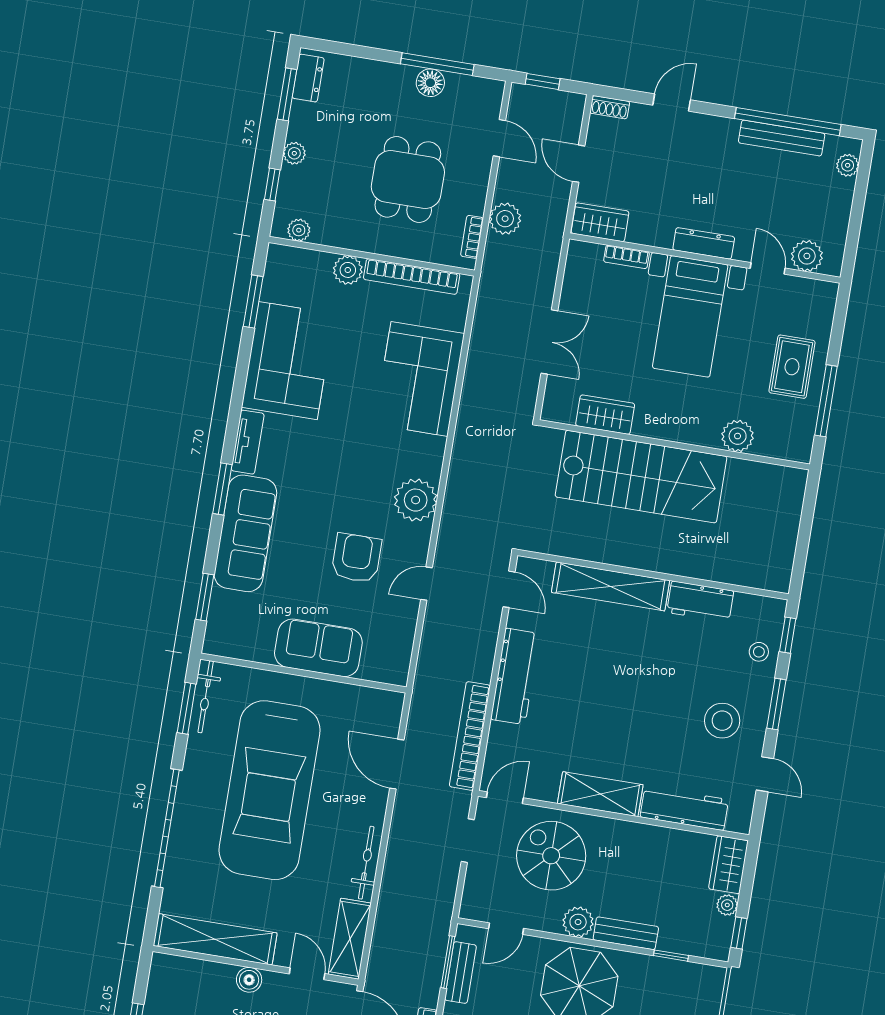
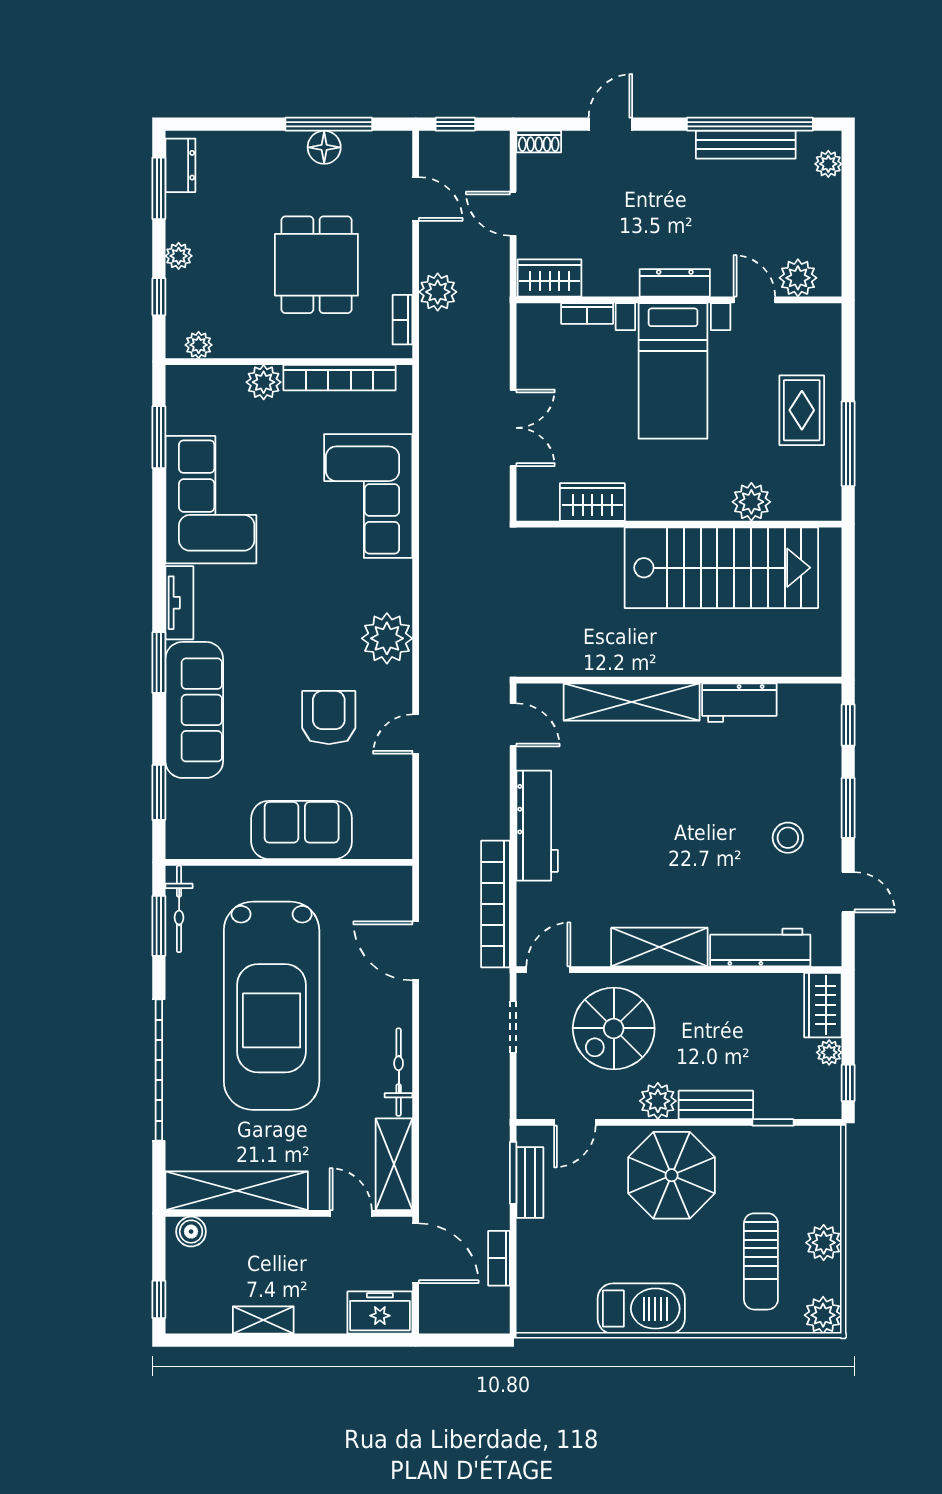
stairs: (641, 477) -> (721, 568), moved
stool: (759, 652) -> (818, 750), removed
stool: (722, 721) -> (788, 838), width x0.73, depth x0.73
spiral stairs: (551, 856) -> (614, 1028), turned -90
boiler: (249, 980) -> (191, 1232), moved

